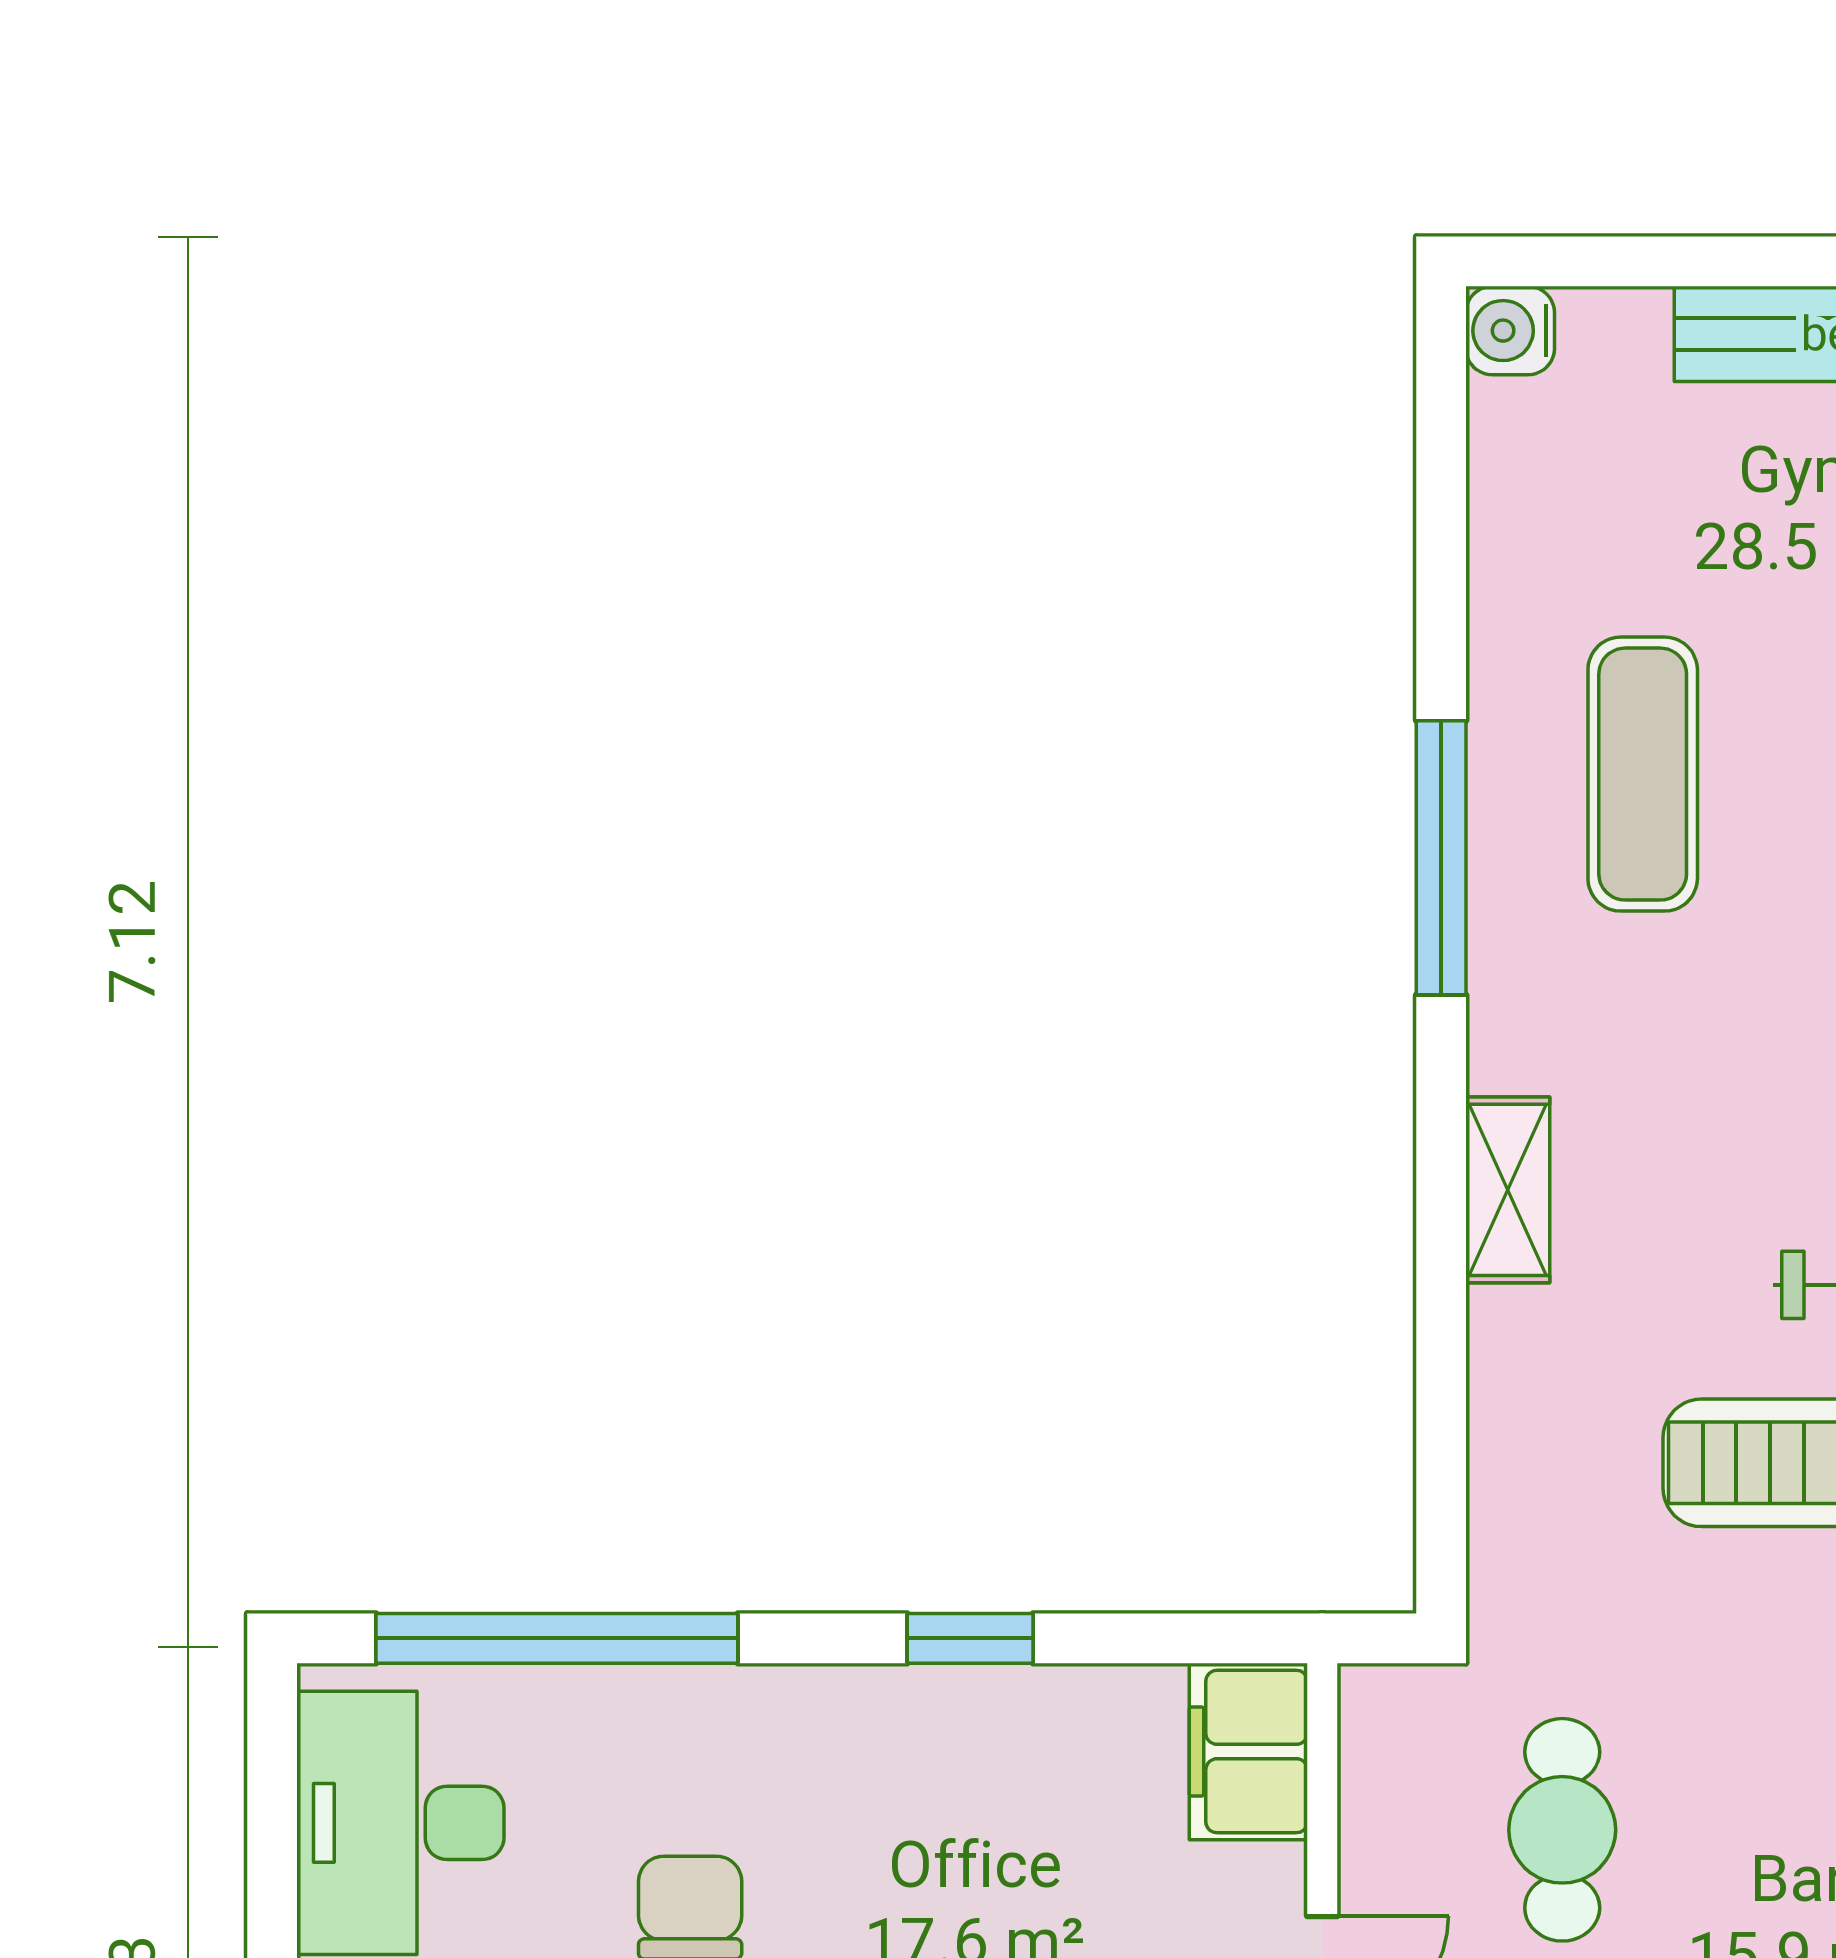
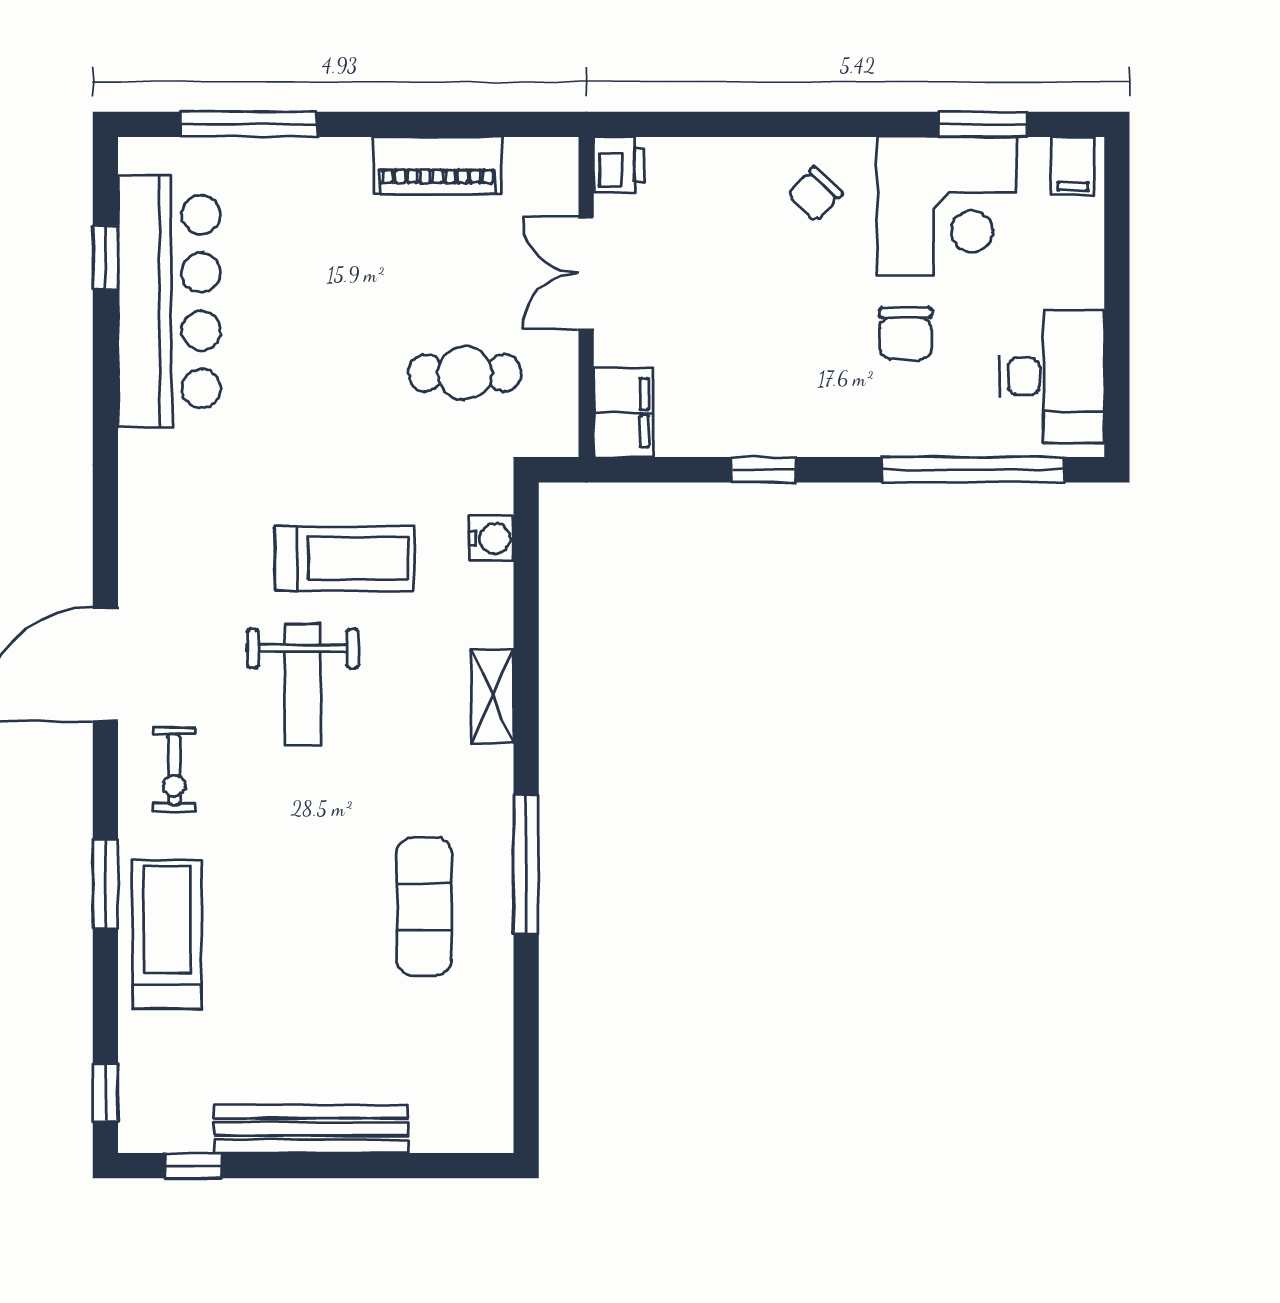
water cooler: (1510, 331) -> (491, 538), moved
cafe table: (1562, 1830) -> (465, 373), turned 90

